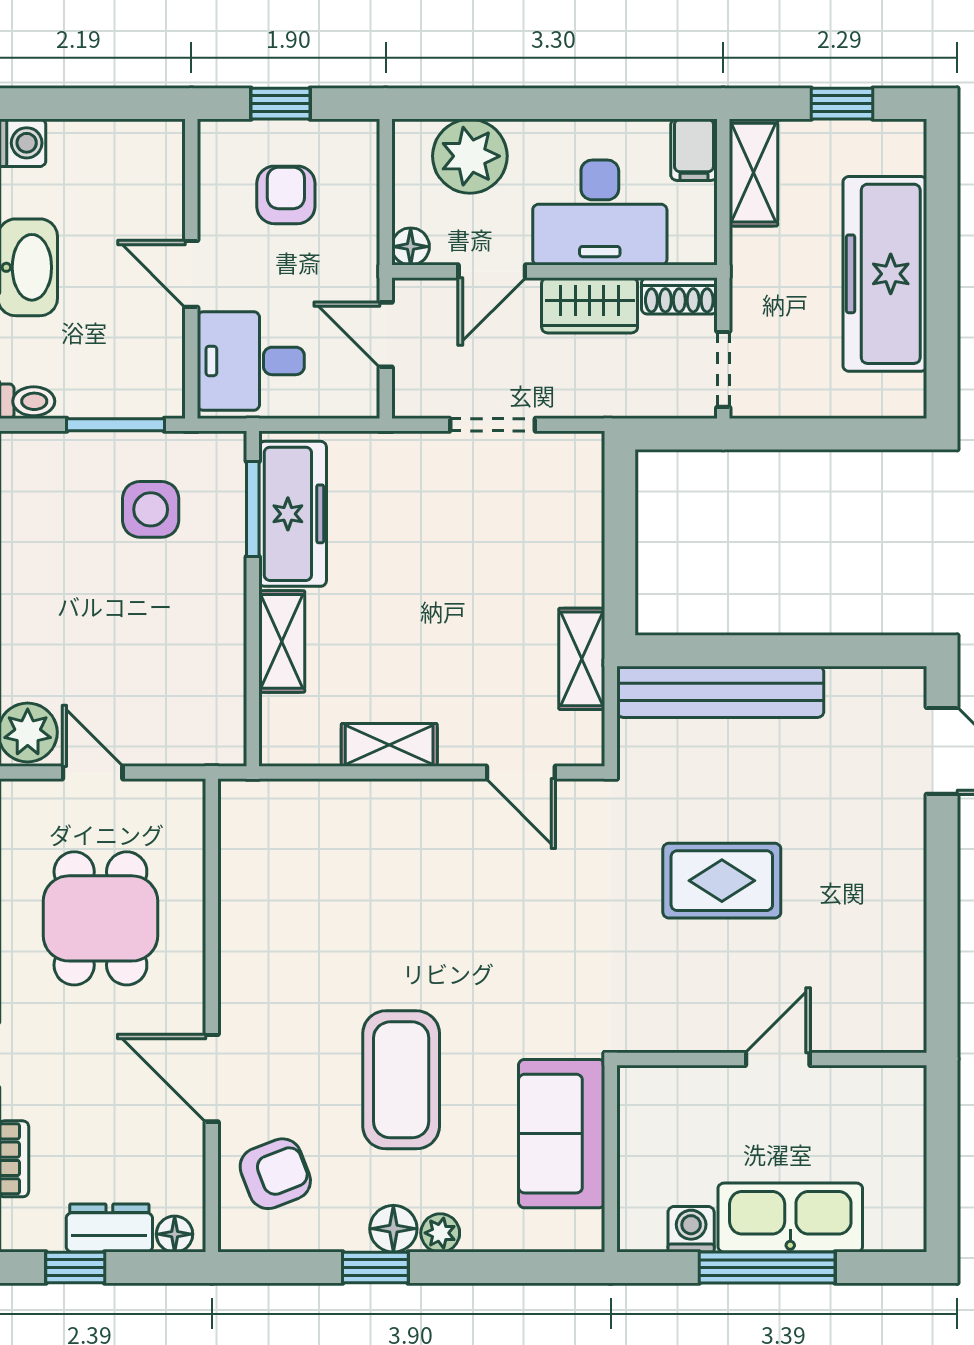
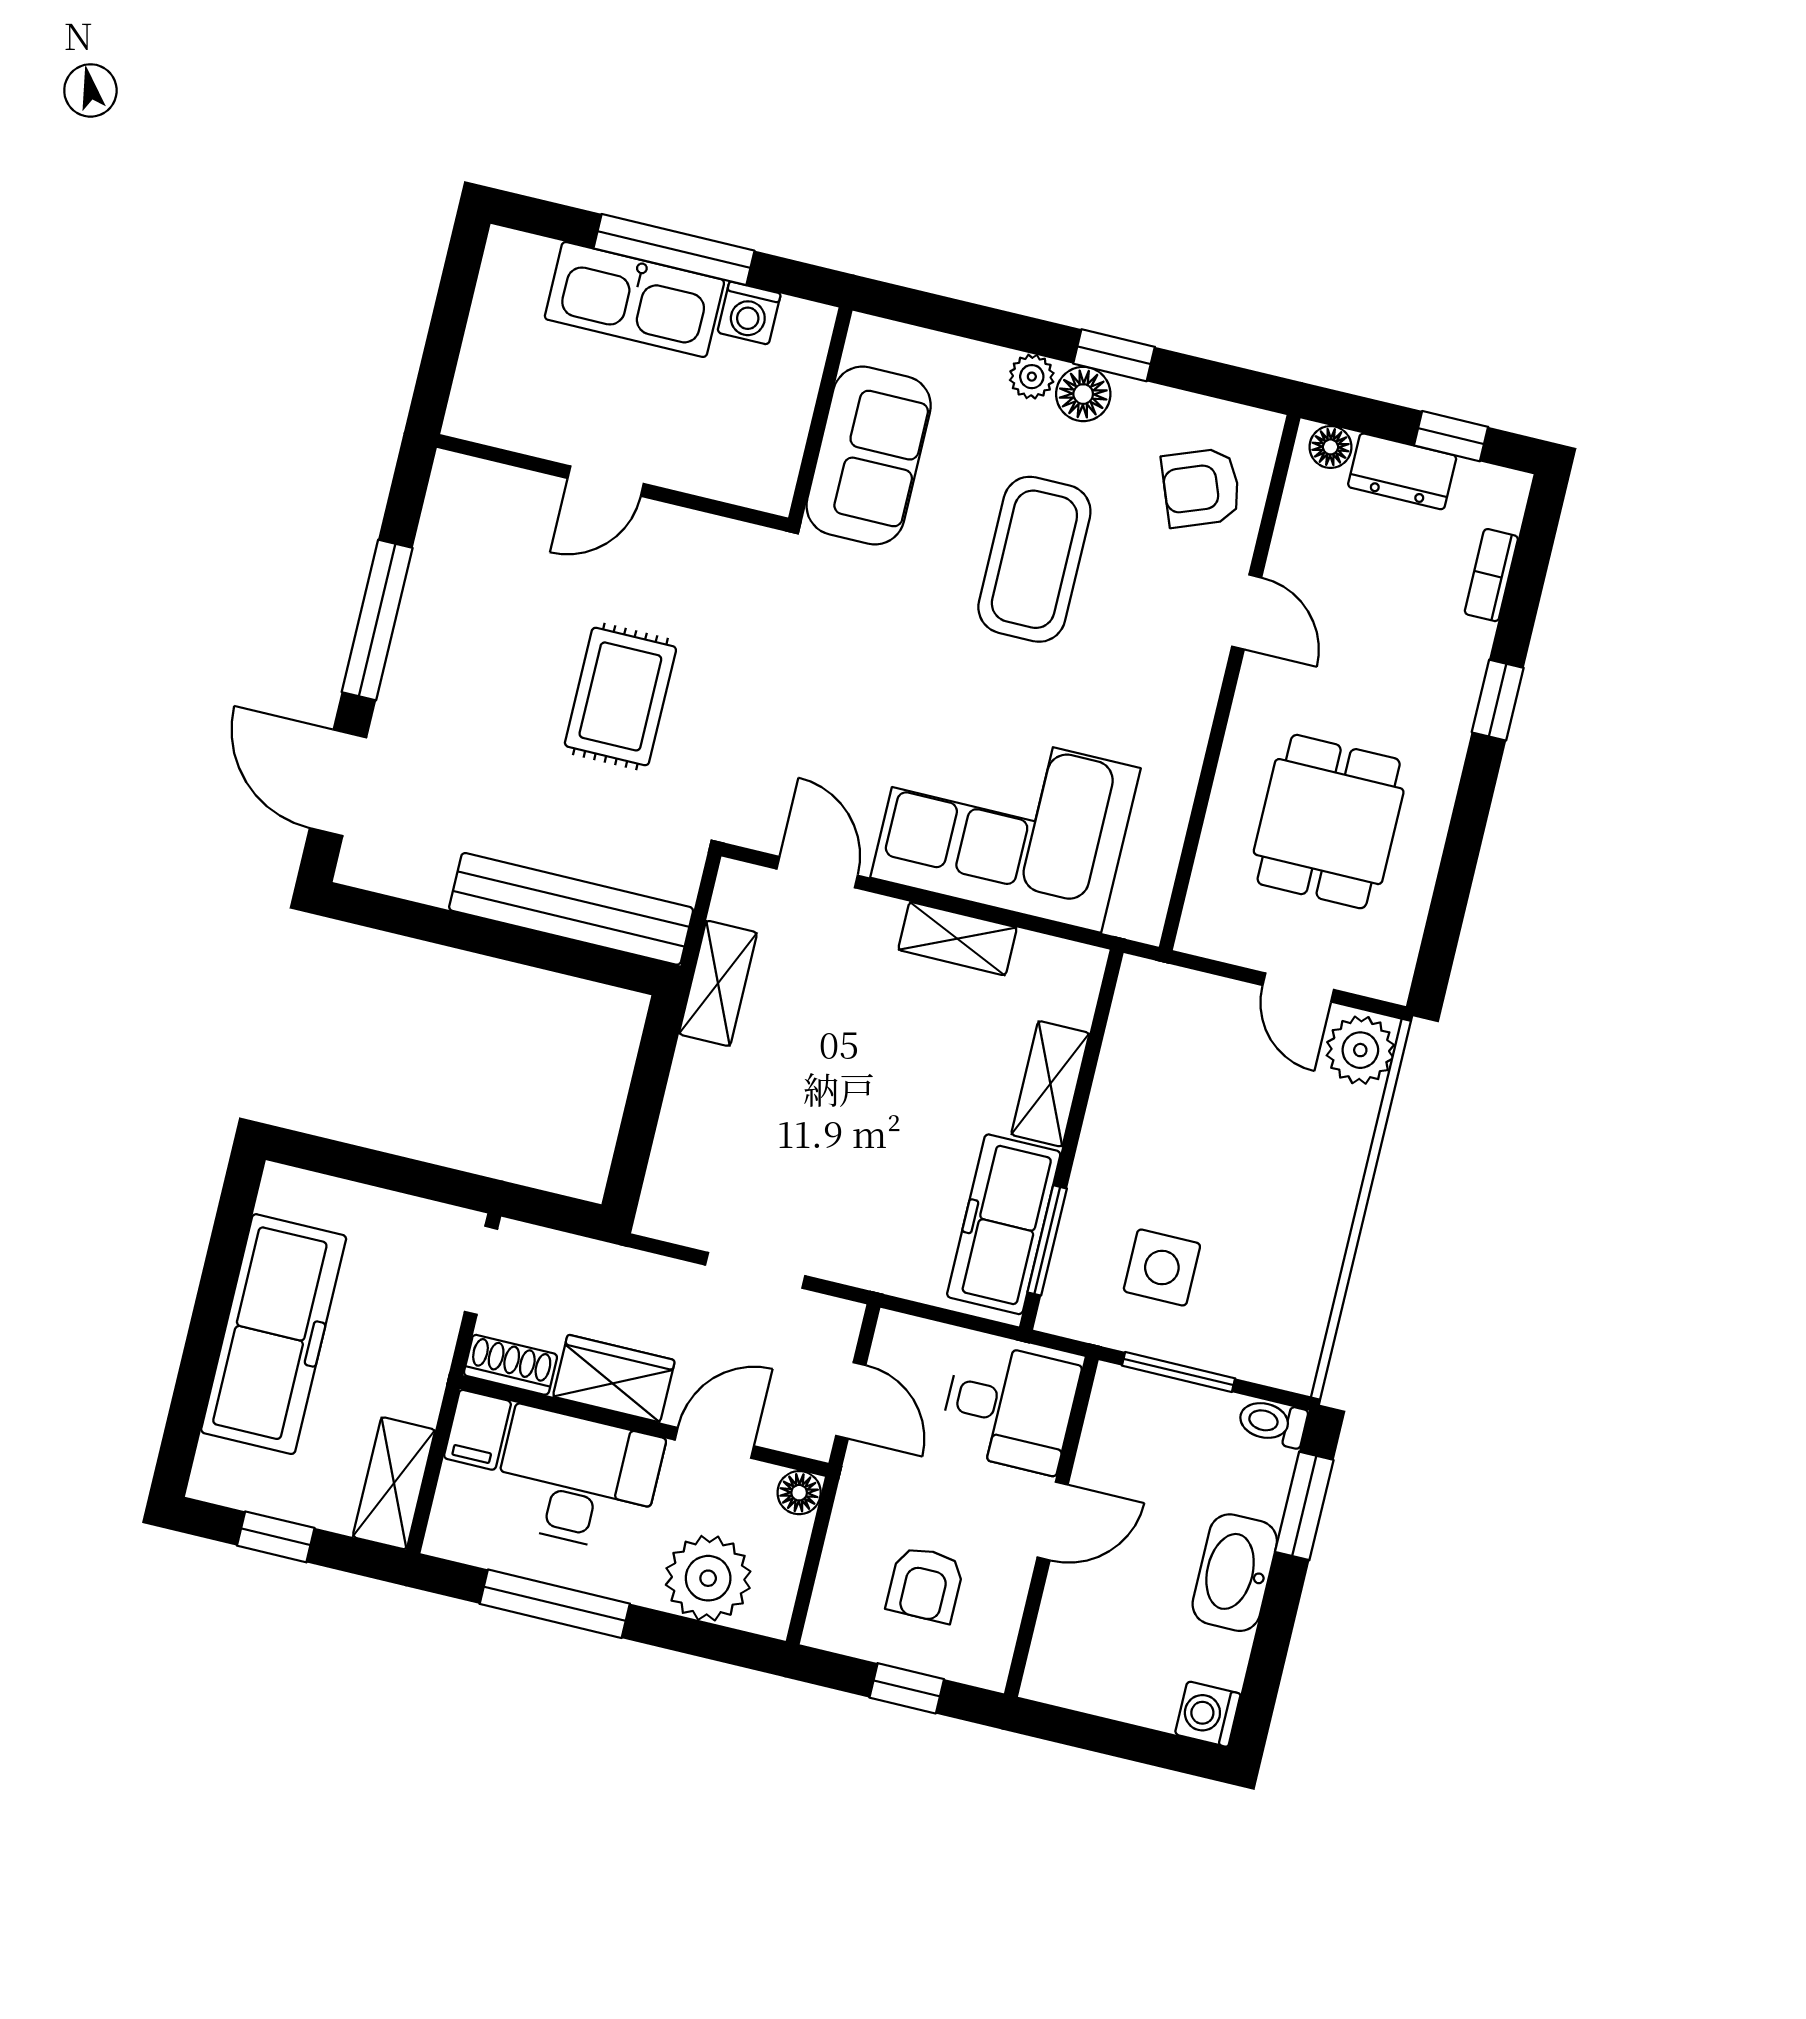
window: (594, 104) -> (555, 1604), added
filing cabinet: (694, 150) -> (477, 1430), moved, turned 180
door: (191, 274) -> (1053, 1521), hinge flipped
corner sofa: (372, 852) -> (1005, 823), added
rug: (722, 881) -> (620, 696), turned 90
window: (942, 896) -> (377, 620), added
door: (212, 1078) -> (1247, 612), width x0.73

